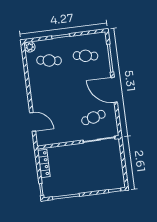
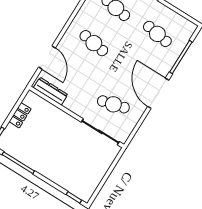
cafe table: (53, 91) -> (94, 43), added
dresser: (51, 140) -> (51, 91), added
locker: (44, 163) -> (20, 115), width x0.66

